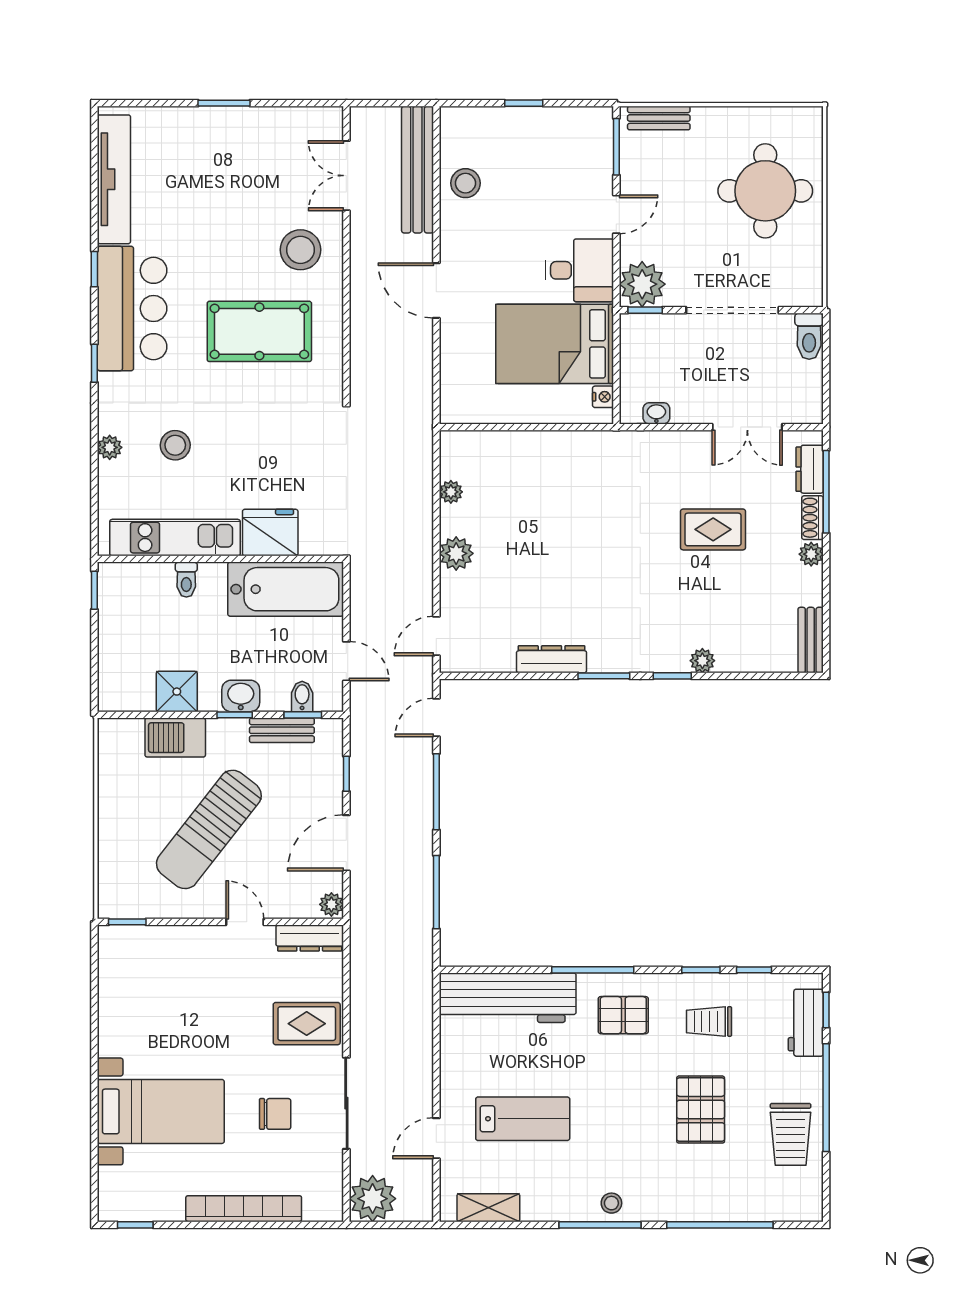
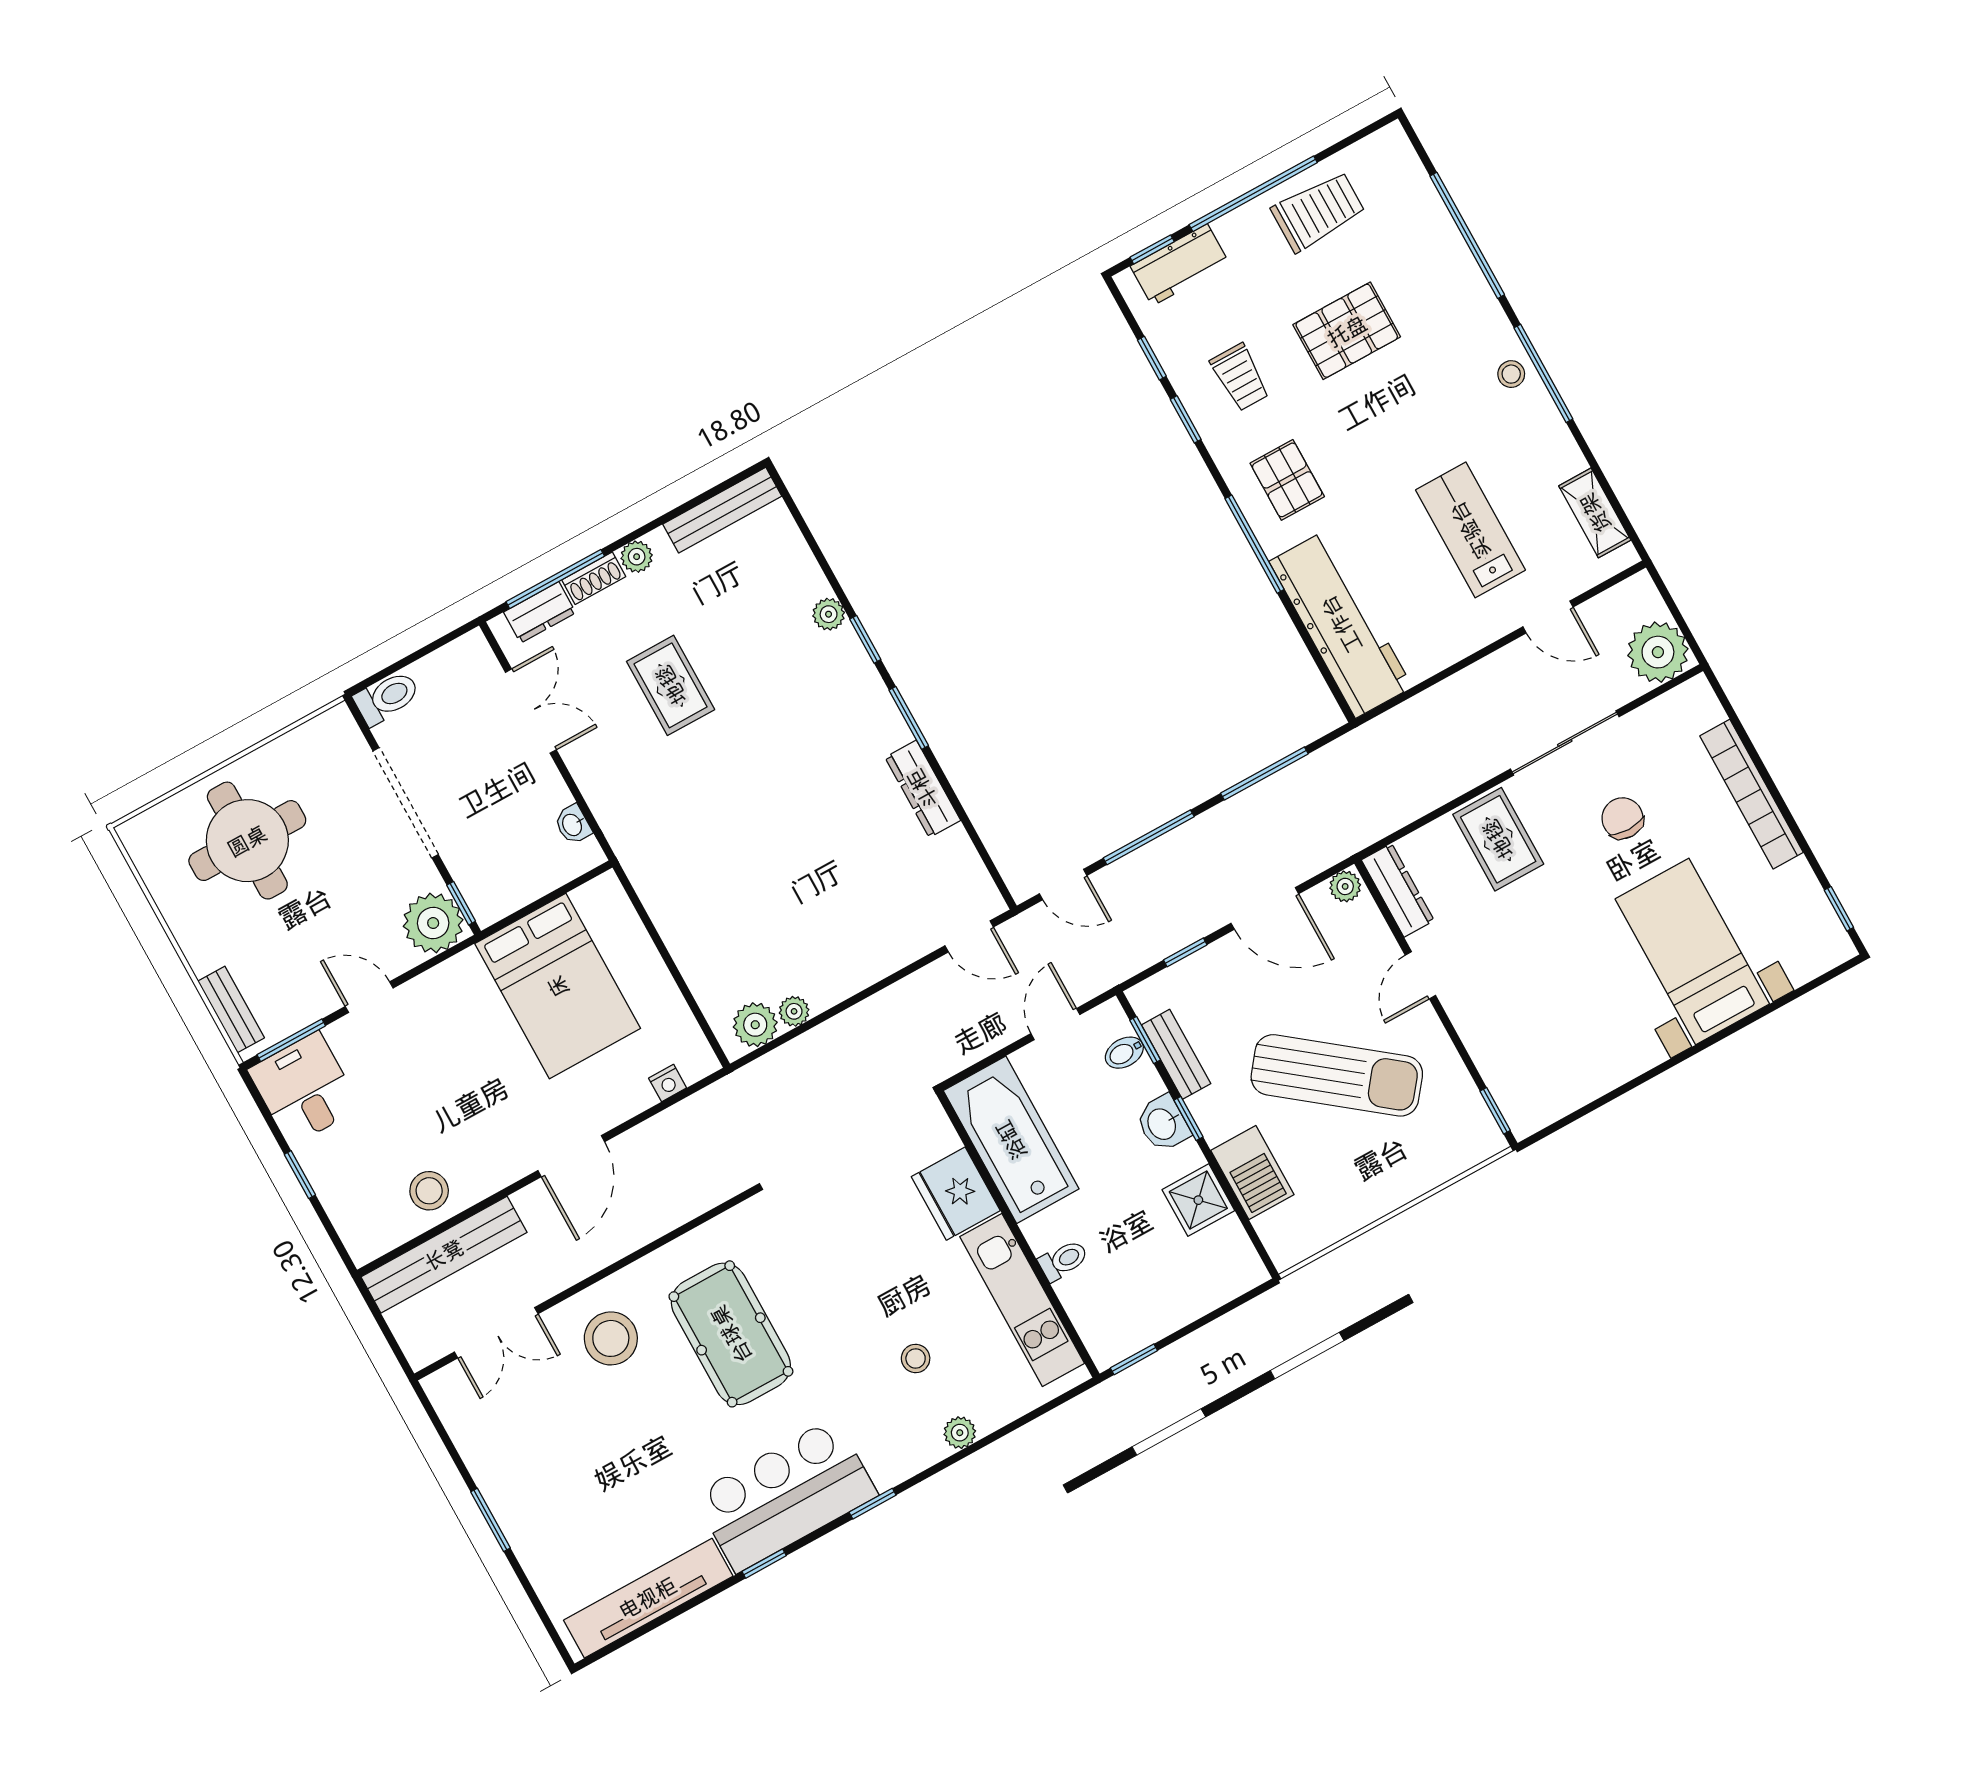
desk: (579, 270) -> (304, 1089), moved
nightstand: (603, 397) -> (668, 1083), moved, turned 180
stool: (175, 445) -> (916, 1358), width x0.73, depth x0.73
plant: (456, 553) -> (755, 1025), moved
bench: (811, 640) -> (722, 510), width x1.36

